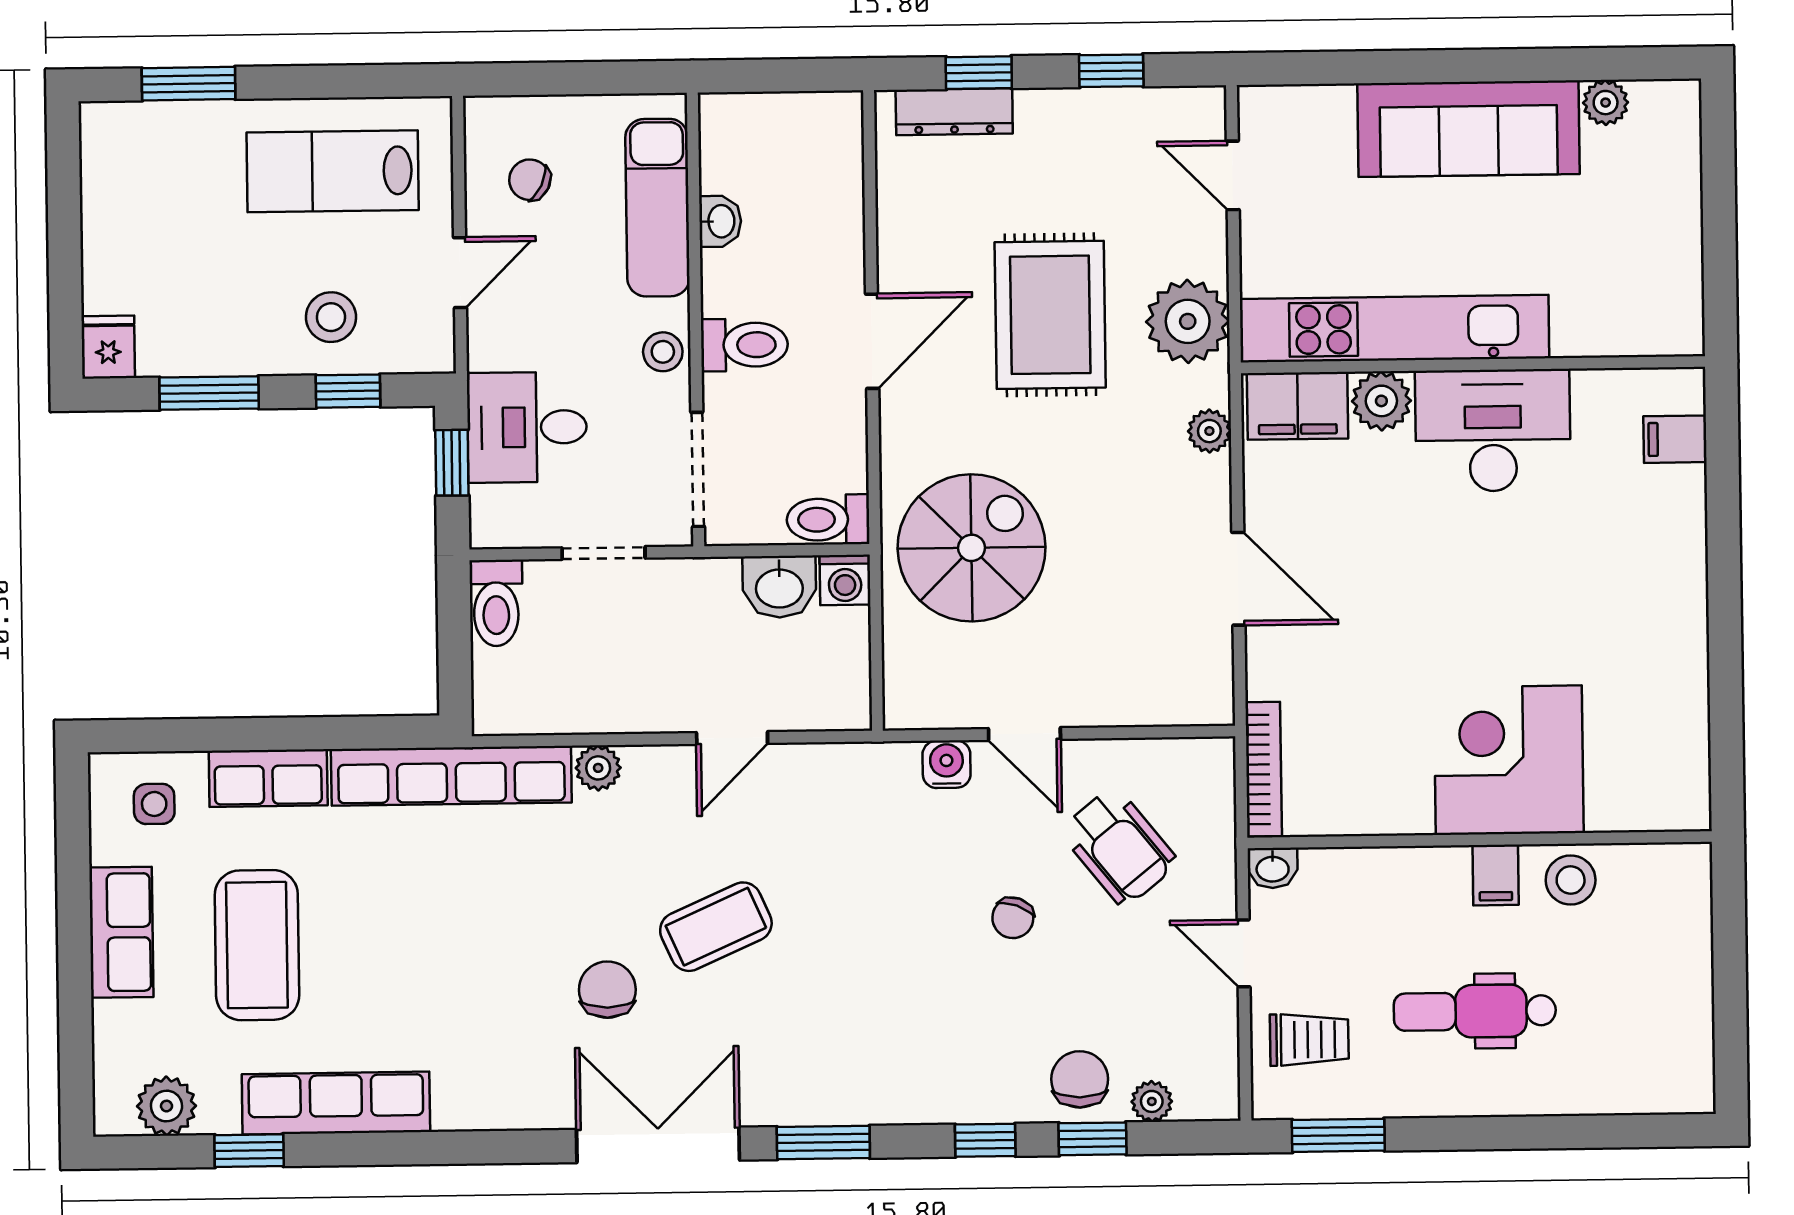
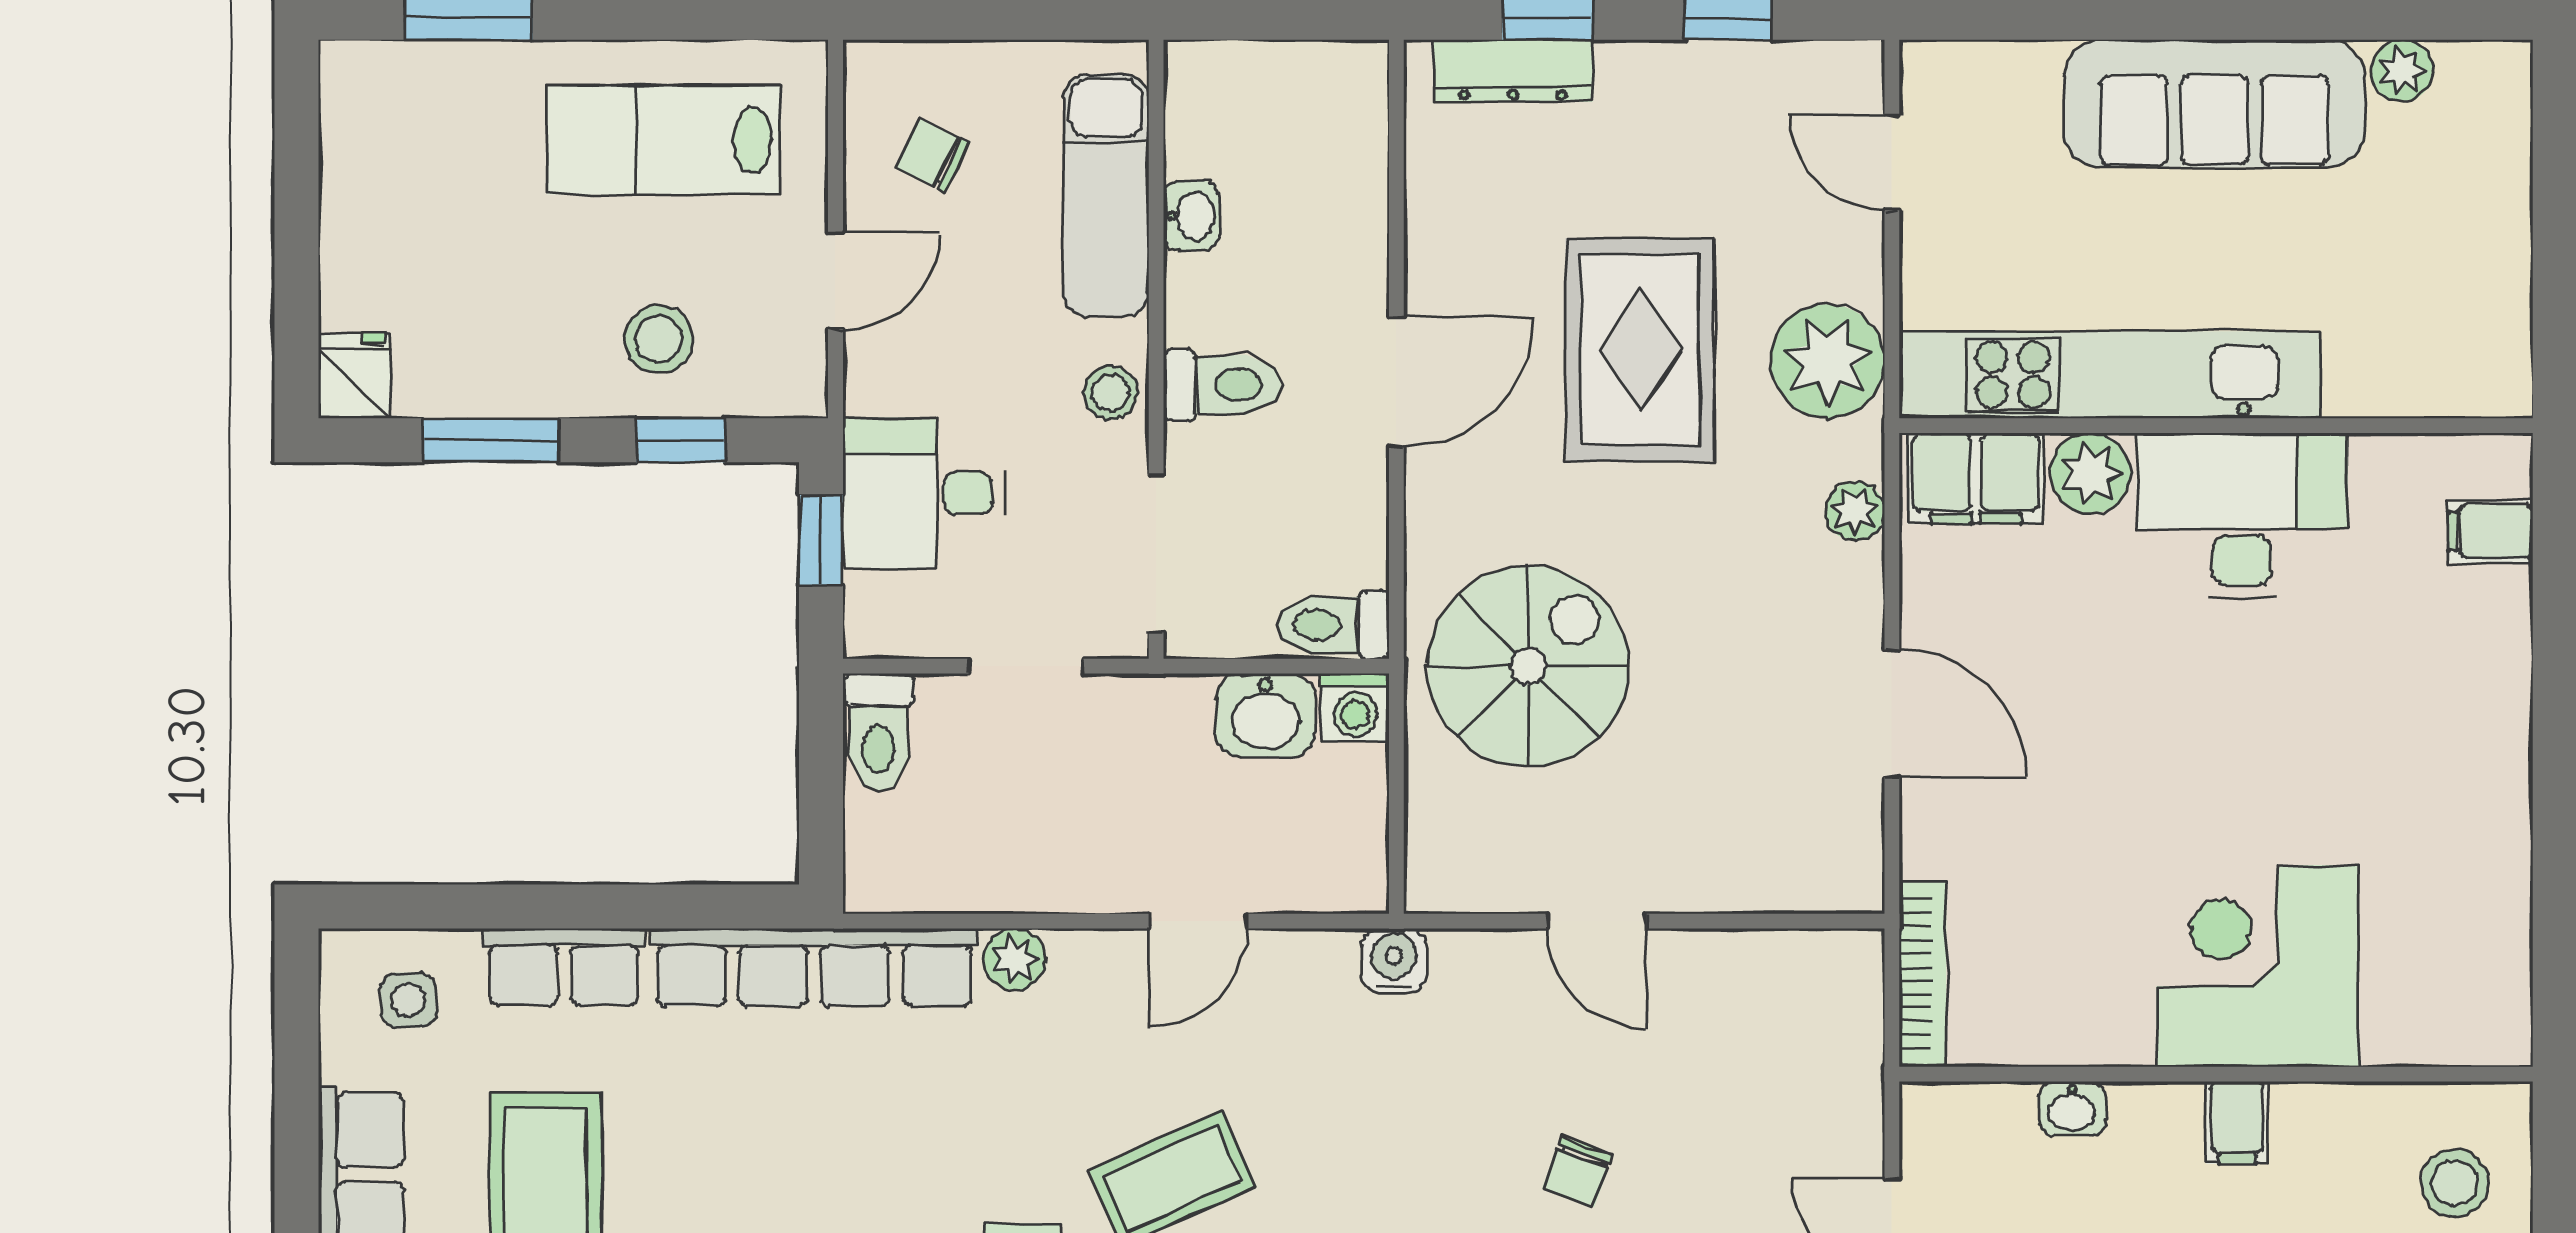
water cooler: (947, 764) -> (1394, 961), moved
wheelchair: (1119, 847) -> (1724, 1077), removed
washbasin: (1273, 868) -> (2072, 1109), moved
stool: (1571, 880) -> (2455, 1183), moved

